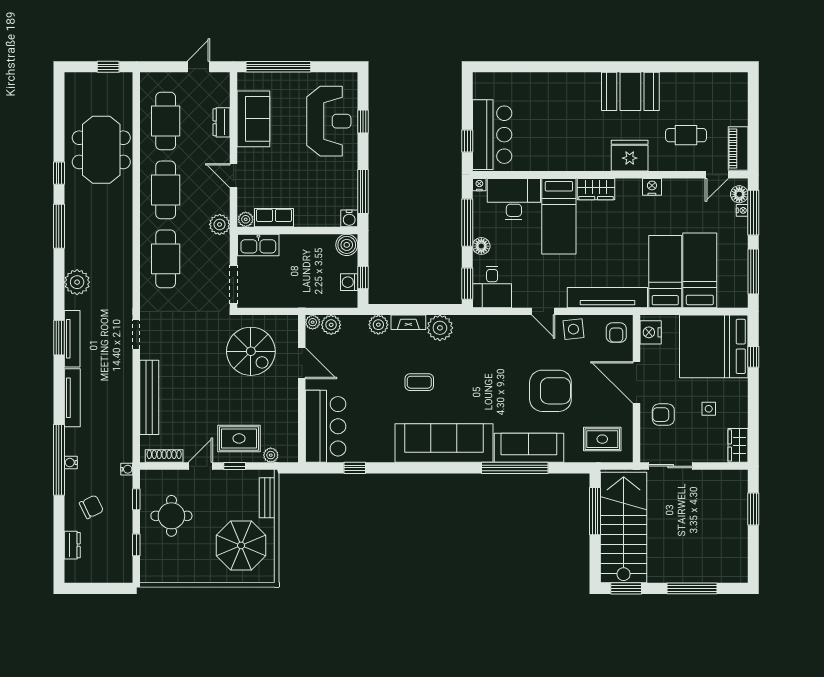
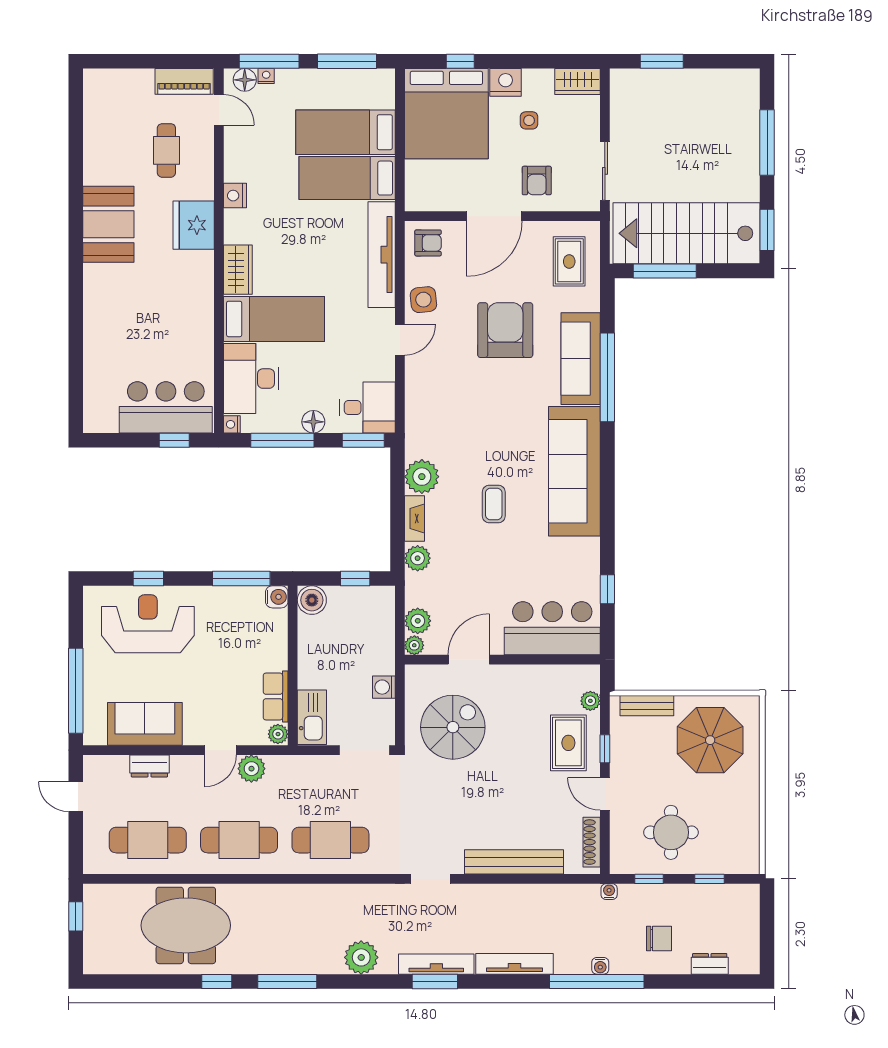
plant: (220, 224) -> (251, 769), moved
washing machine: (349, 282) -> (384, 687), moved, turned 90
nightstand: (651, 332) -> (506, 82), moved, turned 180
chair: (91, 507) -> (659, 938), turned 116

